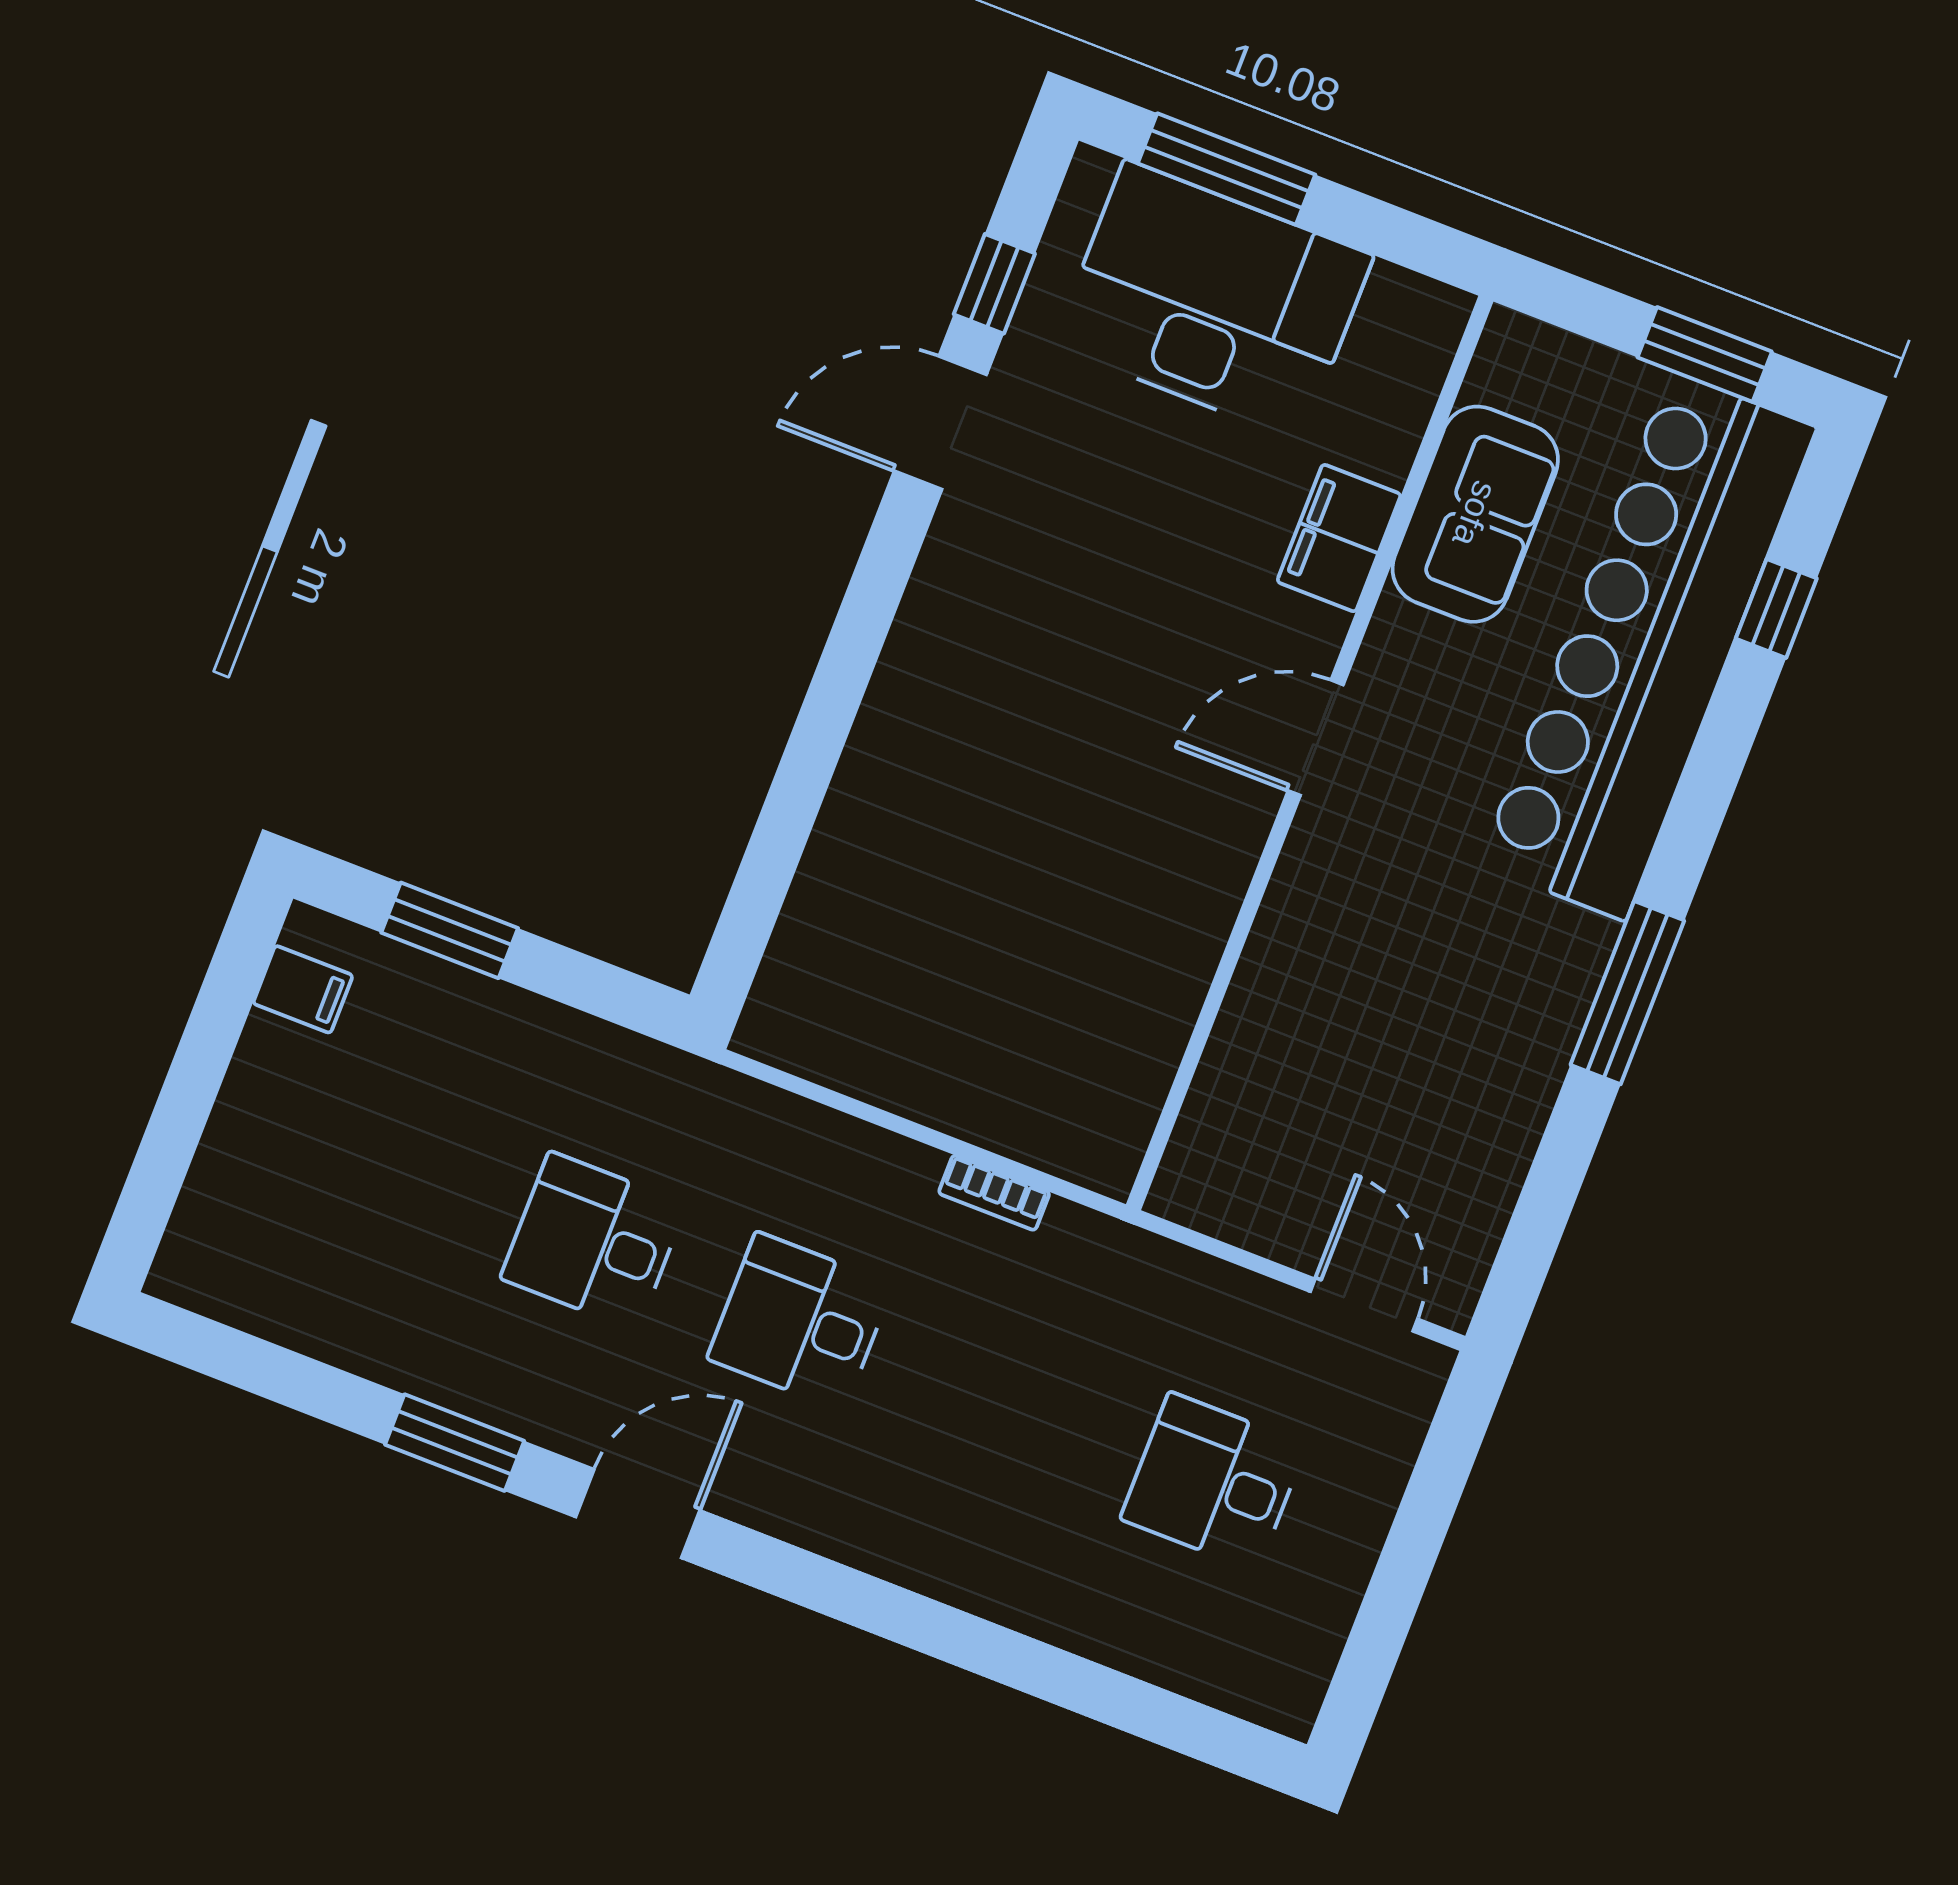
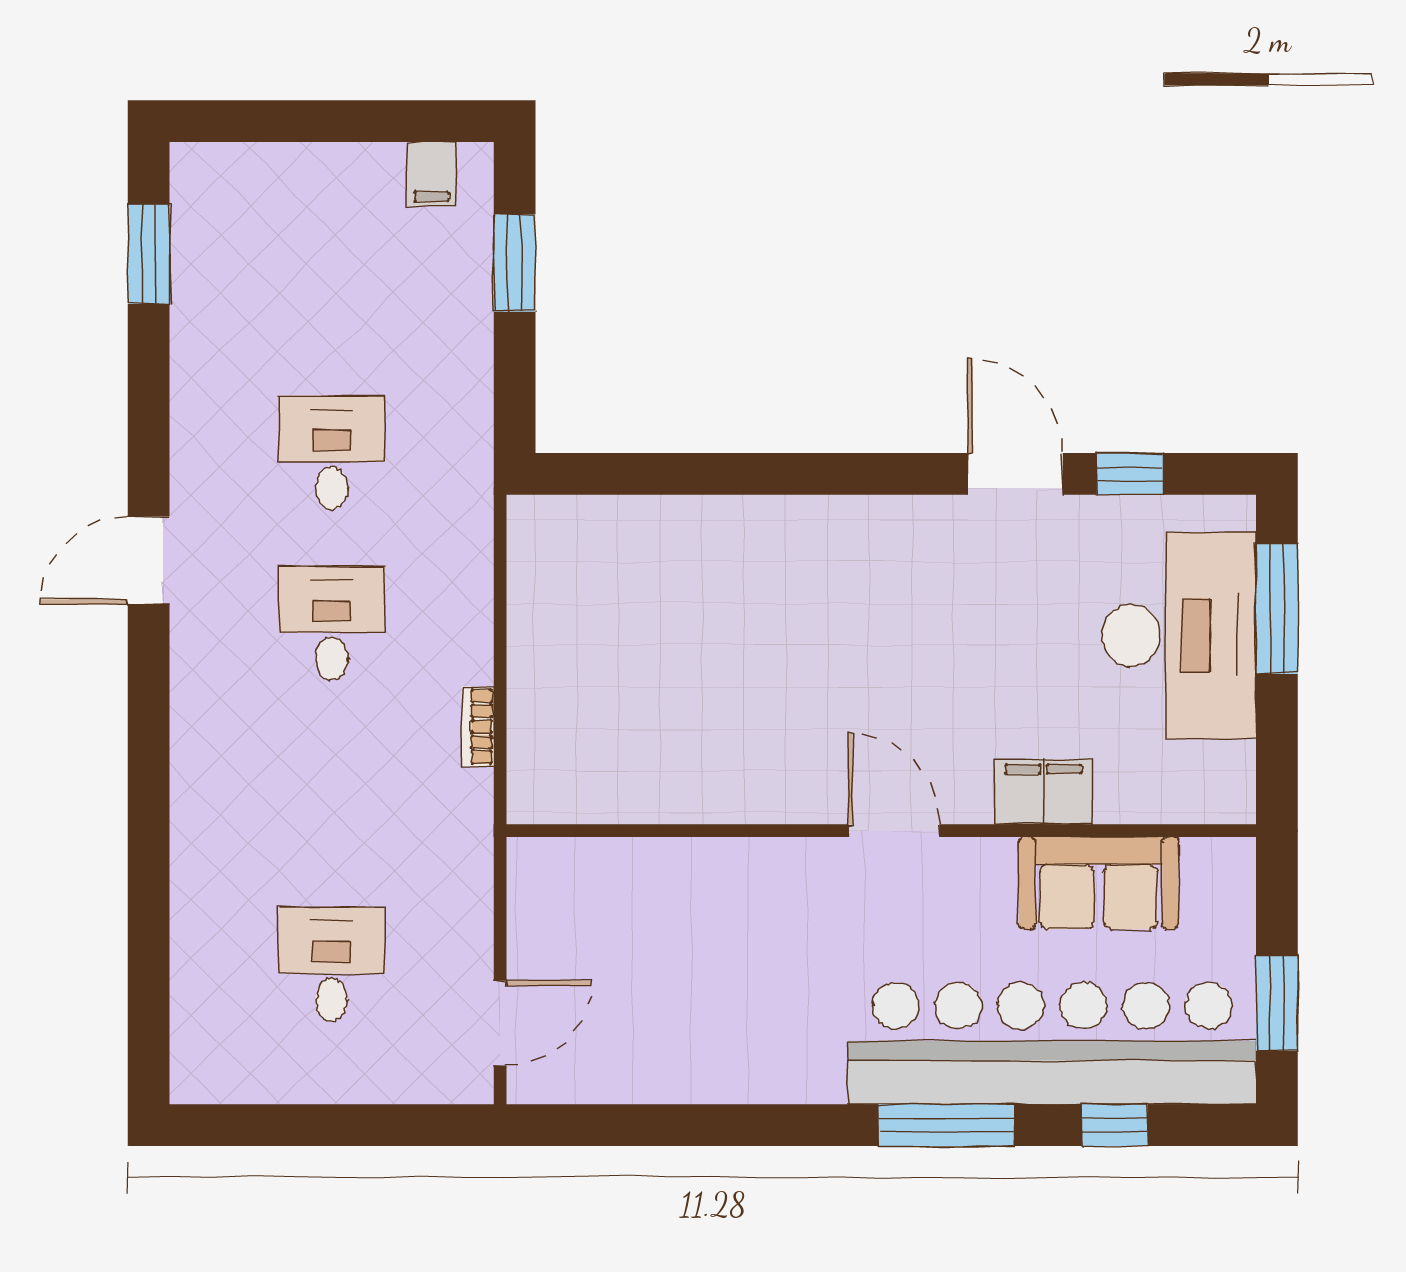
window: (1627, 993) -> (946, 1125), moved
window: (455, 1443) -> (149, 254), moved
door: (638, 1514) -> (149, 560), swing flipped

